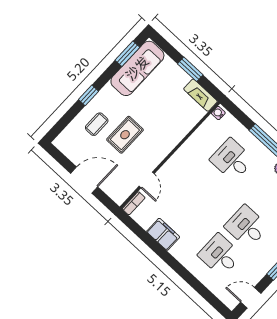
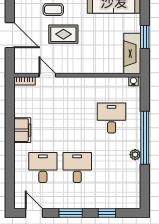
fireplace: (200, 95) -> (132, 54), width x1.37, depth x1.32
door: (147, 180) -> (47, 75), swing flipped
filing cabinet: (163, 234) -> (22, 130), moved

